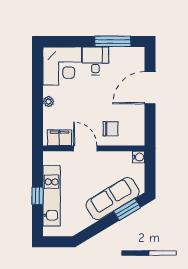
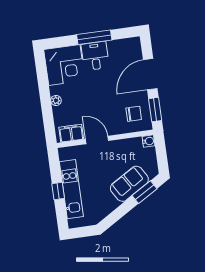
window: (113, 41) -> (94, 37), moved
window: (150, 125) -> (155, 110), added
chair: (111, 129) -> (134, 114), moved
sofa: (113, 199) -> (129, 184), width x0.73

